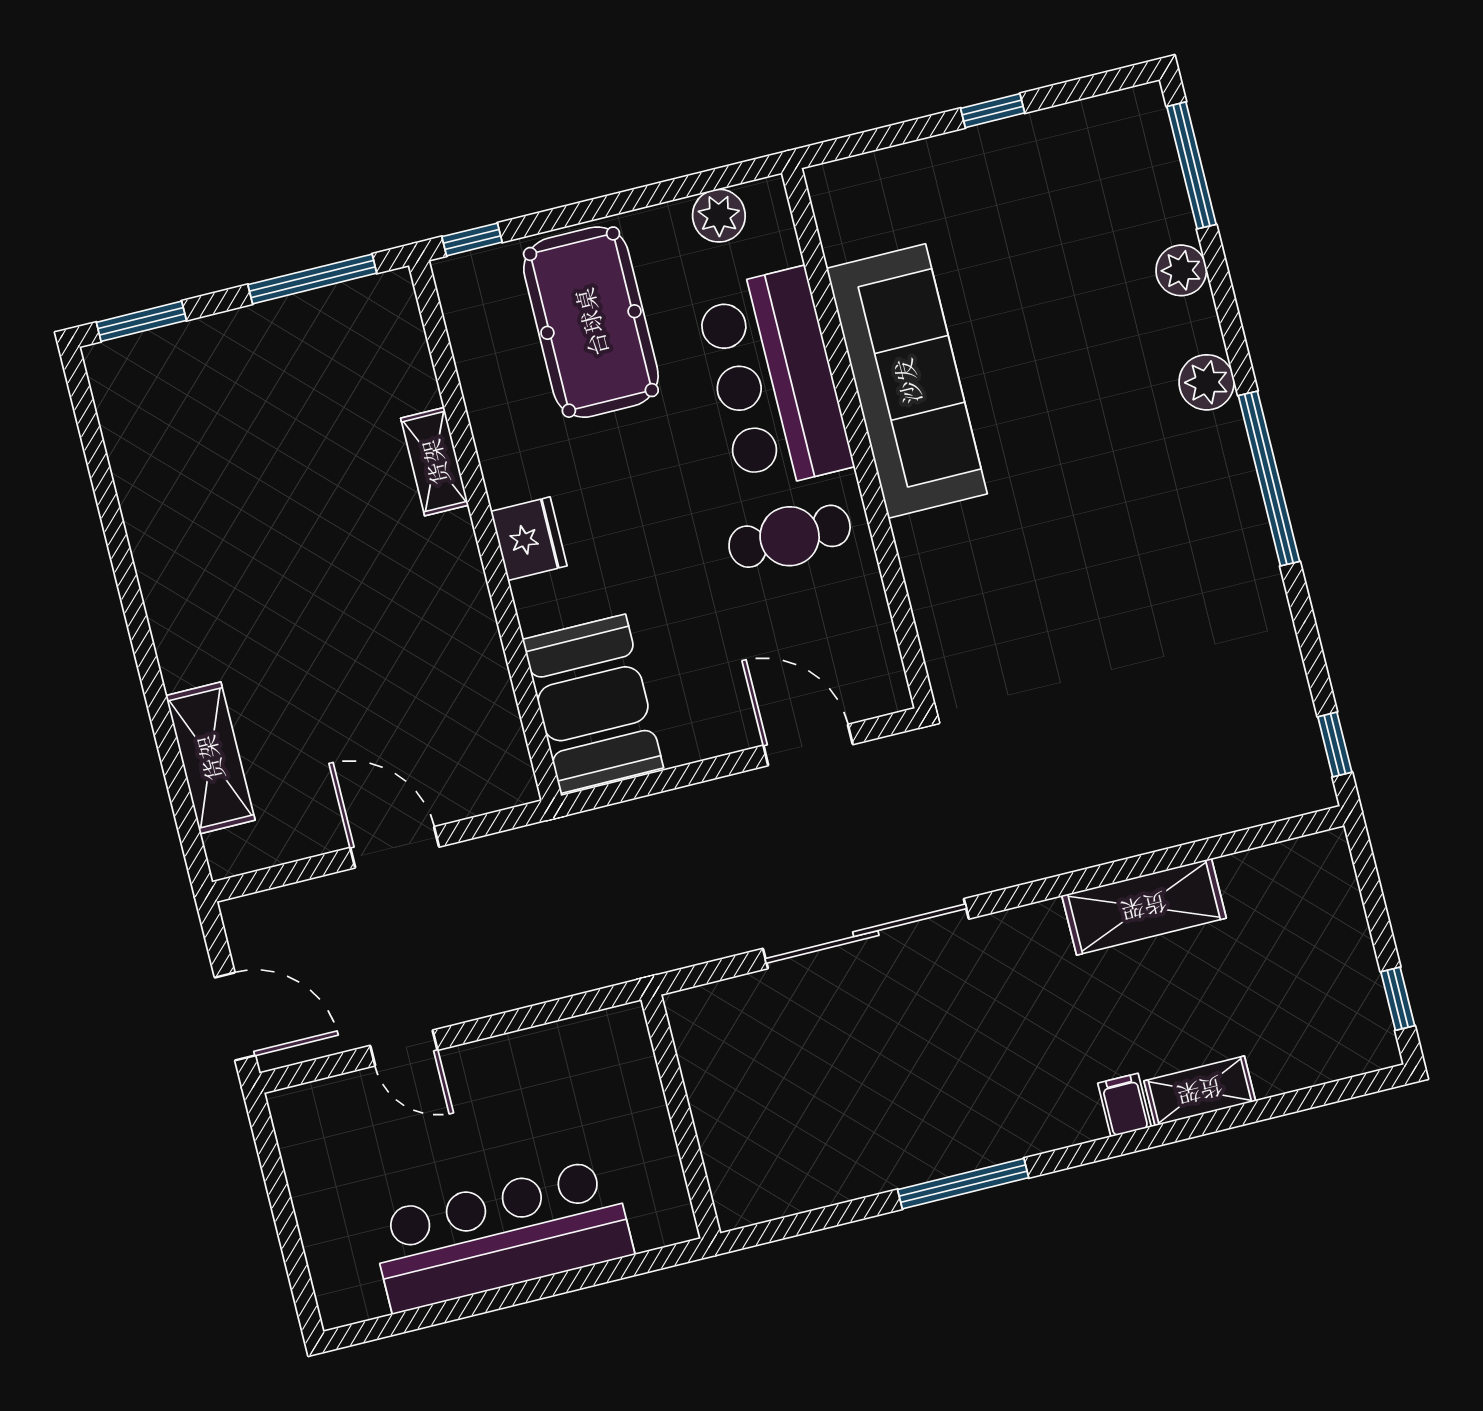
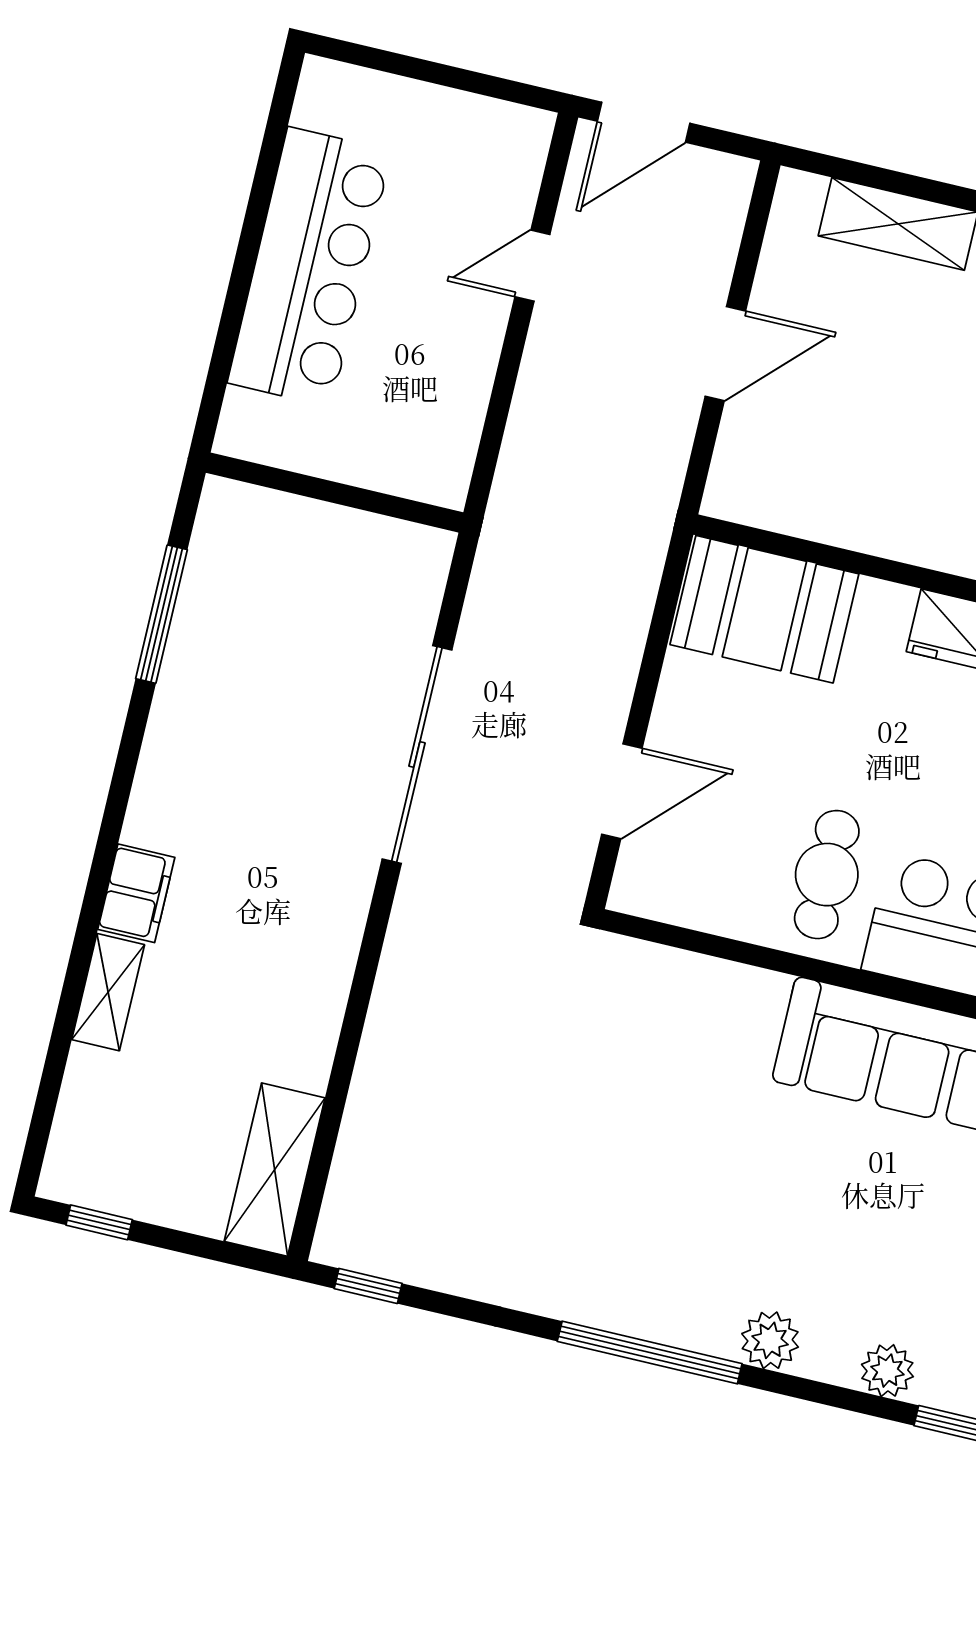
shelving: (1144, 907) -> (275, 1170), moved
filing cabinet: (1125, 1105) -> (136, 893), width x2.00
window: (963, 1184) -> (162, 614), moved

